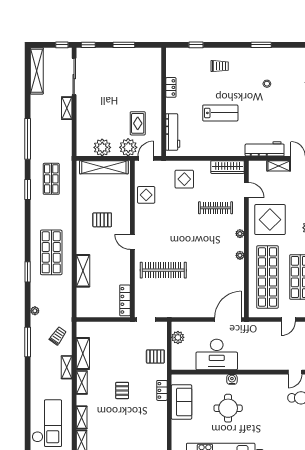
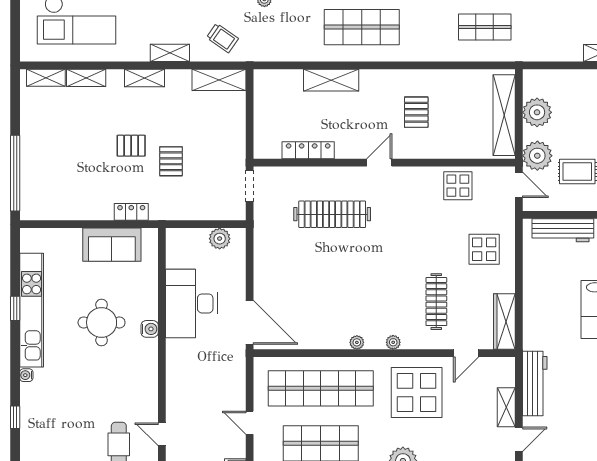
clothes rail: (163, 270) -> (332, 214), turned 90
locker: (125, 300) -> (308, 150), moved
shelving: (83, 354) -> (219, 80), moved
pallet: (155, 356) -> (171, 161), moved

